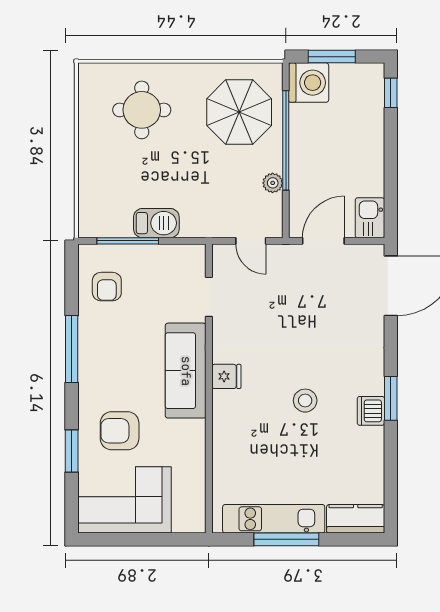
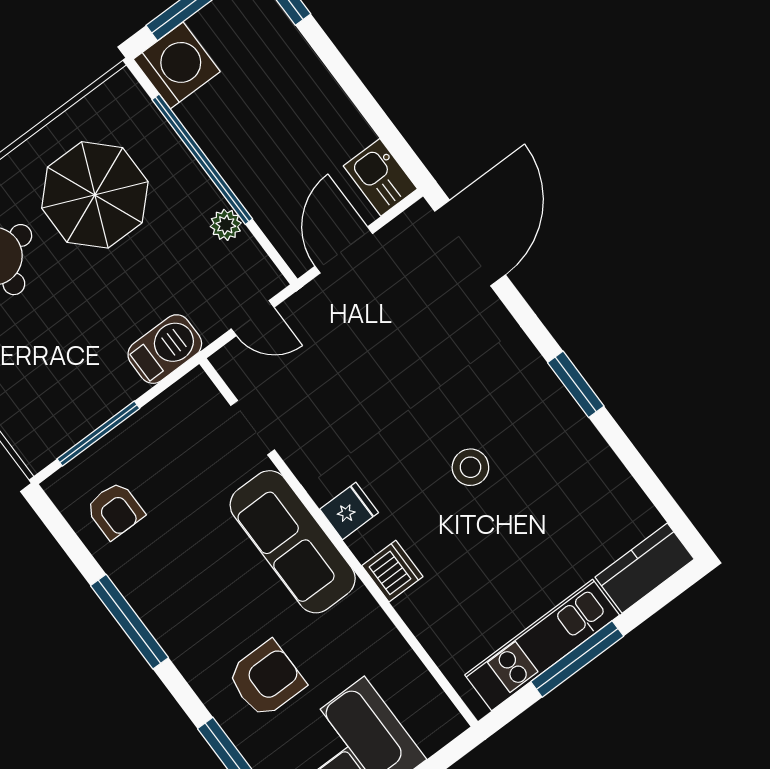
parasol: (239, 112) -> (95, 195), moved
barbecue: (156, 223) -> (165, 349), moved
dishwasher: (371, 411) -> (392, 571), moved, turned 180
armchair: (120, 431) -> (266, 679), turned 180

